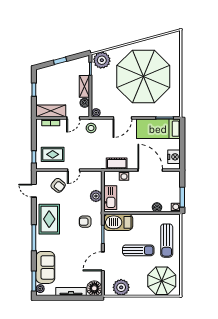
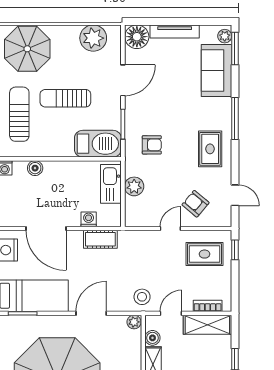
rug: (49, 219) -> (210, 149), width x0.73, depth x0.70

